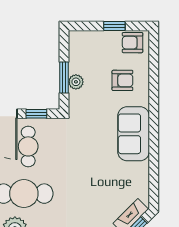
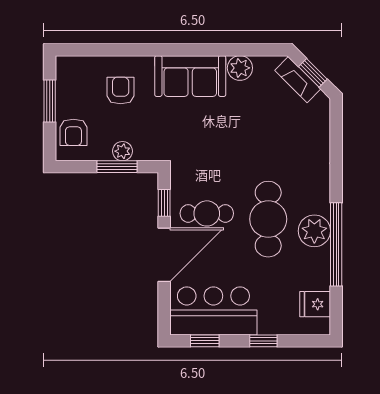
window: (114, 26) -> (50, 101), width x1.50
armchair: (133, 43) -> (73, 132), moved
plant: (140, 172) -> (240, 68), added

